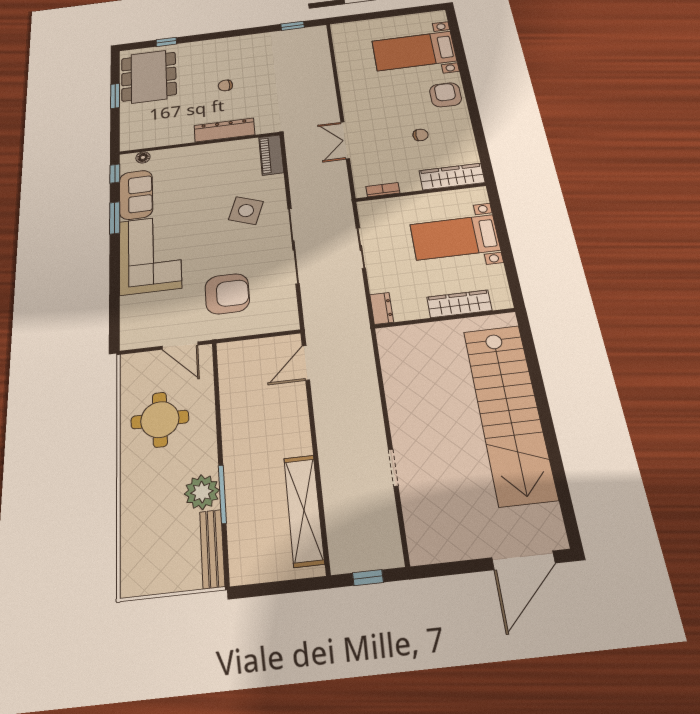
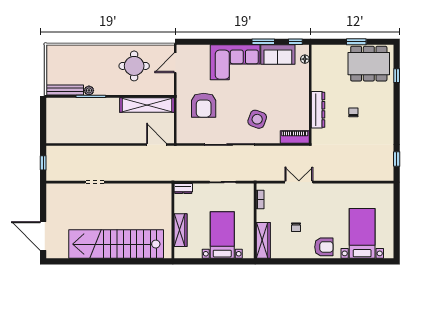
door: (180, 346) -> (175, 63), moved
plant: (202, 492) -> (89, 90), width x0.53, depth x0.53
shelving: (304, 510) -> (147, 105), moved

